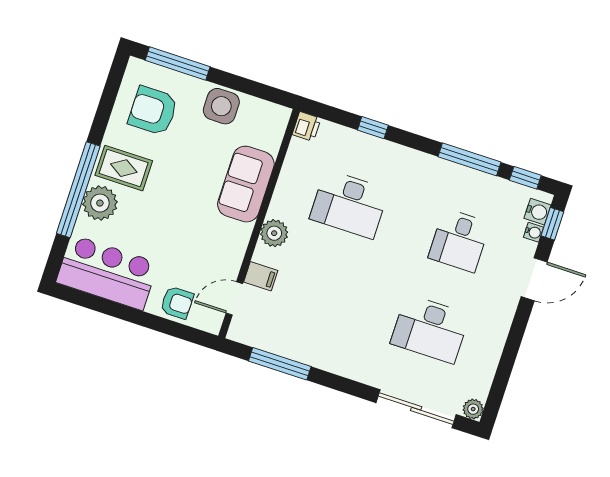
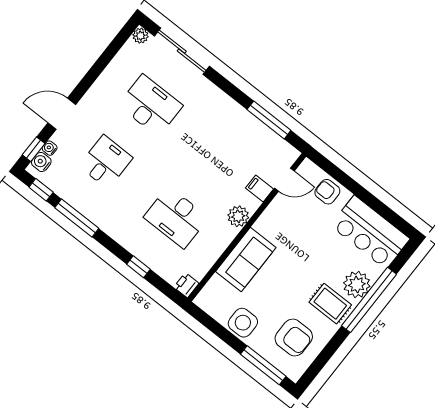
desk: (349, 204) -> (176, 217), turned 180

